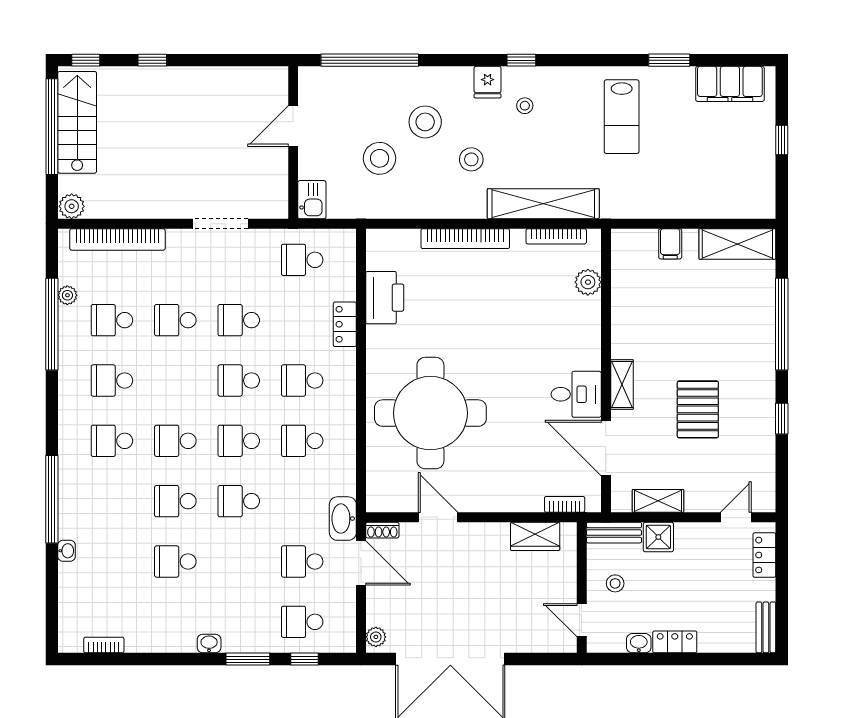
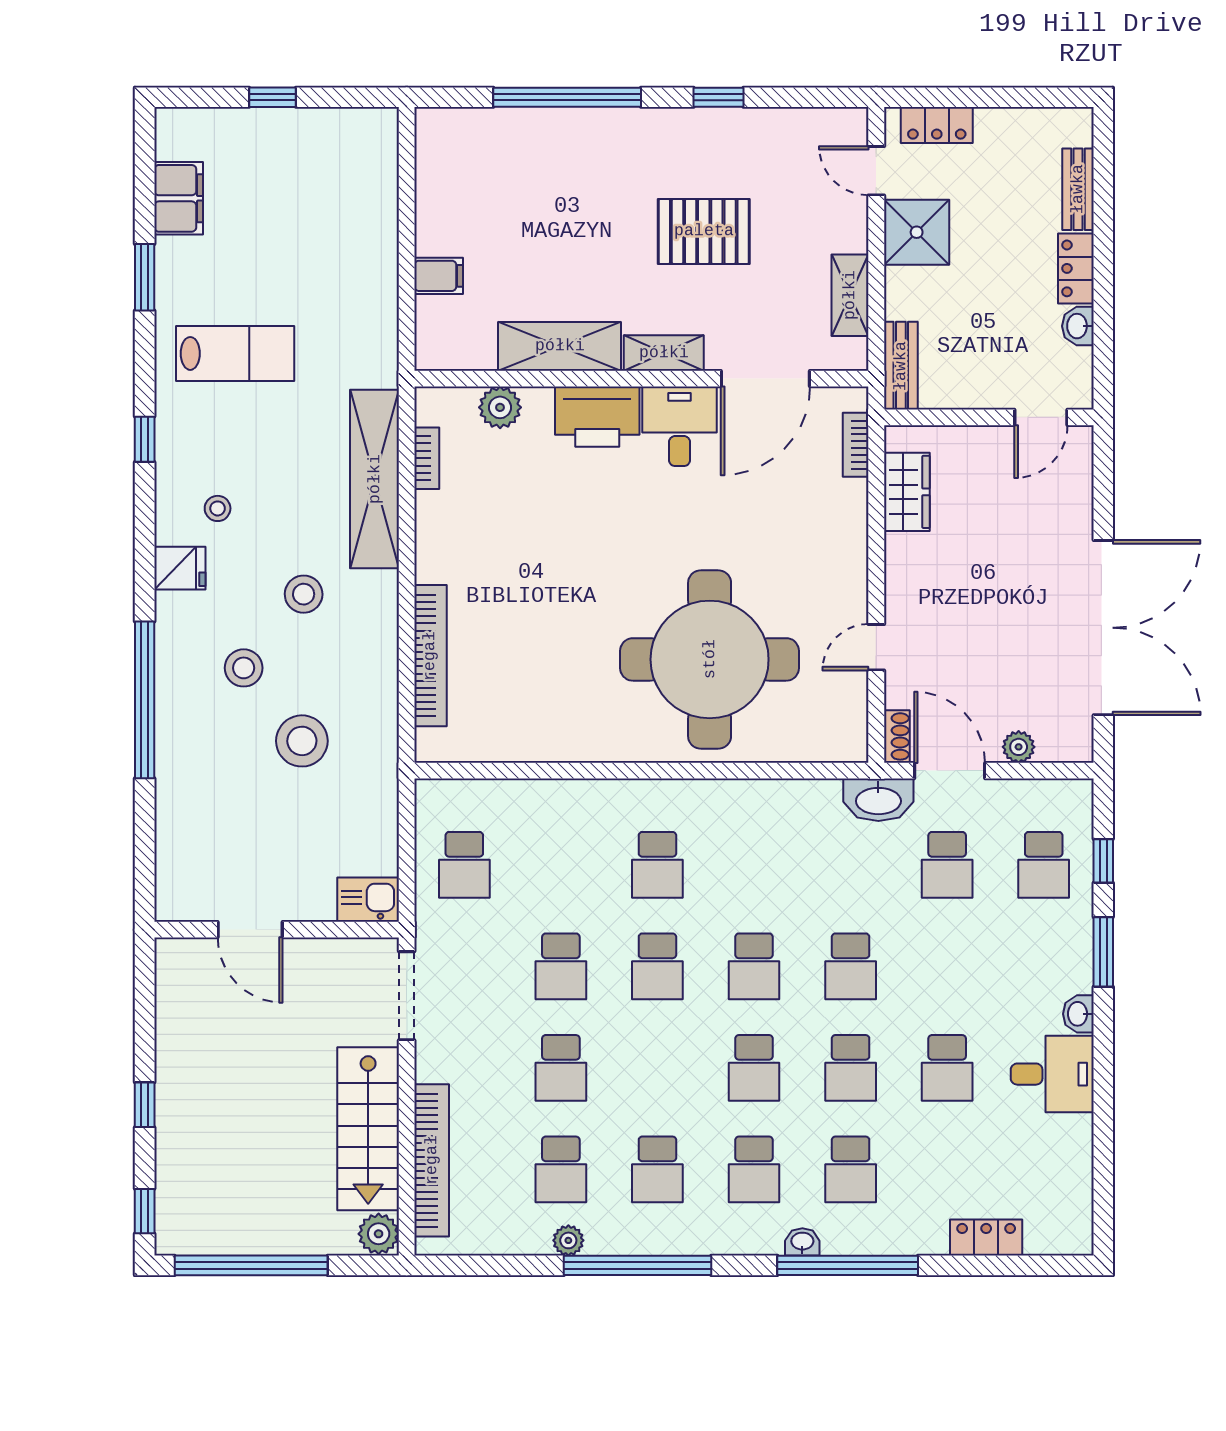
window: (370, 60) -> (145, 700), moved
window: (521, 60) -> (145, 439), moved
filing cabinet: (730, 84) -> (179, 198), width x0.67, depth x0.86
stairs: (77, 122) -> (368, 1129), moved, turned -90
stool: (425, 122) -> (244, 668), width x0.73, depth x0.73
door: (293, 126) -> (250, 930), moved
wall: (293, 143) -> (277, 930), moved
kitchen sink: (312, 200) -> (368, 900), moved
bookcase: (556, 236) -> (427, 458), width x0.64
bookcase: (465, 239) -> (430, 656), moved
shelving: (737, 244) -> (560, 346), moved, turned 90
plant: (67, 295) -> (568, 1240), moved
printer: (385, 298) -> (597, 417), moved, turned 180
window: (52, 324) -> (638, 1265), moved
locker: (345, 324) -> (986, 1238), moved, turned 180
school desk: (302, 441) -> (851, 1169), moved
door: (438, 517) -> (876, 647), width x0.73
shower: (658, 537) -> (917, 232), moved, width x1.36, depth x1.36
washbasin: (67, 551) -> (802, 1242), moved
door: (361, 563) -> (950, 771), hinge flipped
stool: (615, 583) -> (982, 364), removed
desk: (171, 627) -> (1052, 1074), added
bench: (766, 627) -> (1078, 189), moved, turned 90
plant: (376, 637) -> (1019, 747), moved
bookcase: (104, 645) -> (1081, 1182), removed

